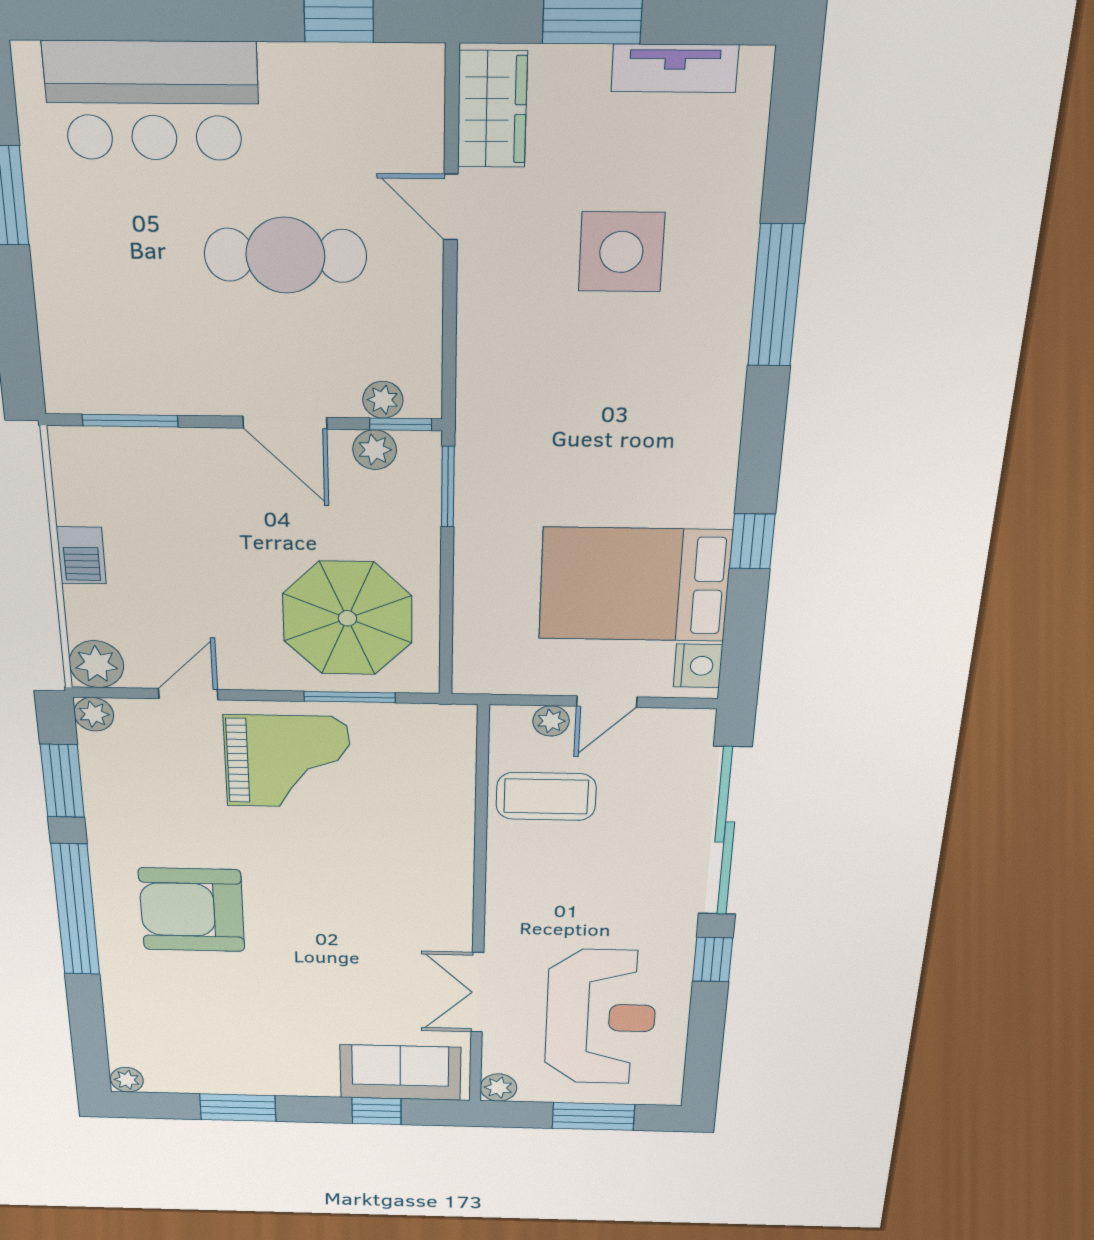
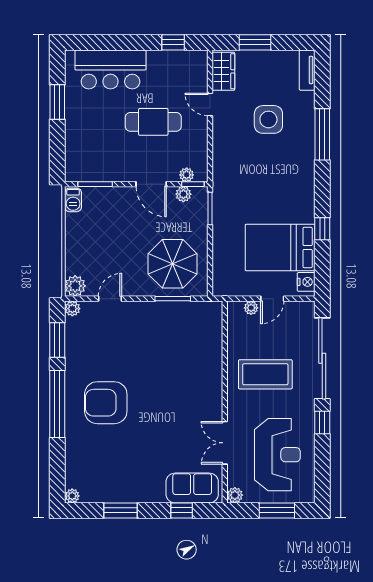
tv unit: (675, 68) -> (307, 70), moved, turned 90
barbecue: (81, 555) -> (73, 200), moved
grand piano: (288, 761) -> (148, 329), removed
coffee table: (546, 796) -> (265, 374), moved, width x1.36, depth x1.32

